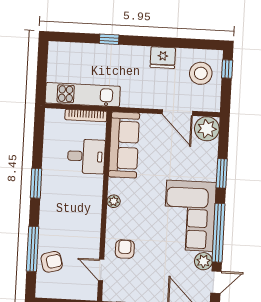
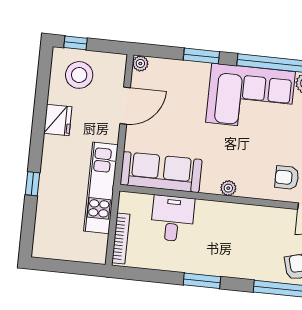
kitchen unit: (83, 95) -> (101, 188), moved
bookcase: (86, 116) -> (121, 239), moved
plant: (207, 129) -> (140, 63), width x0.53, depth x0.53

